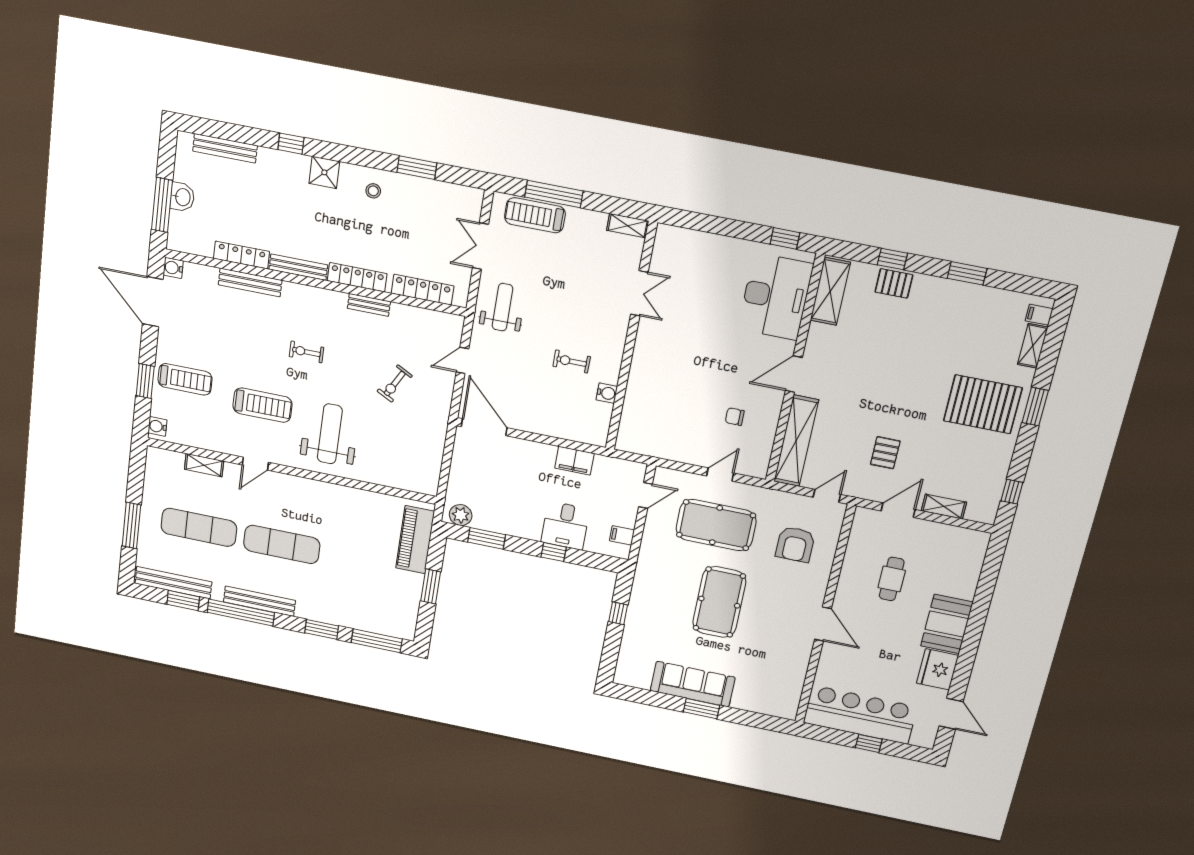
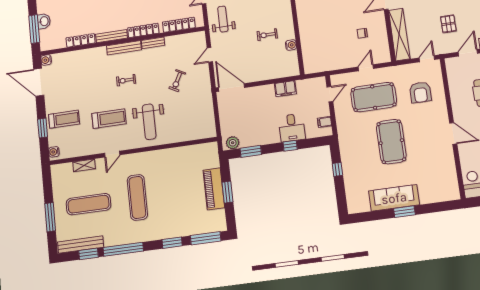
bench: (250, 282) -> (124, 48), moved
weight bench: (330, 434) -> (149, 122), turned 180
piano: (415, 540) -> (214, 189), moved
exercise mat: (282, 544) -> (137, 197), turned 90
bench: (259, 601) -> (132, 238), removed

